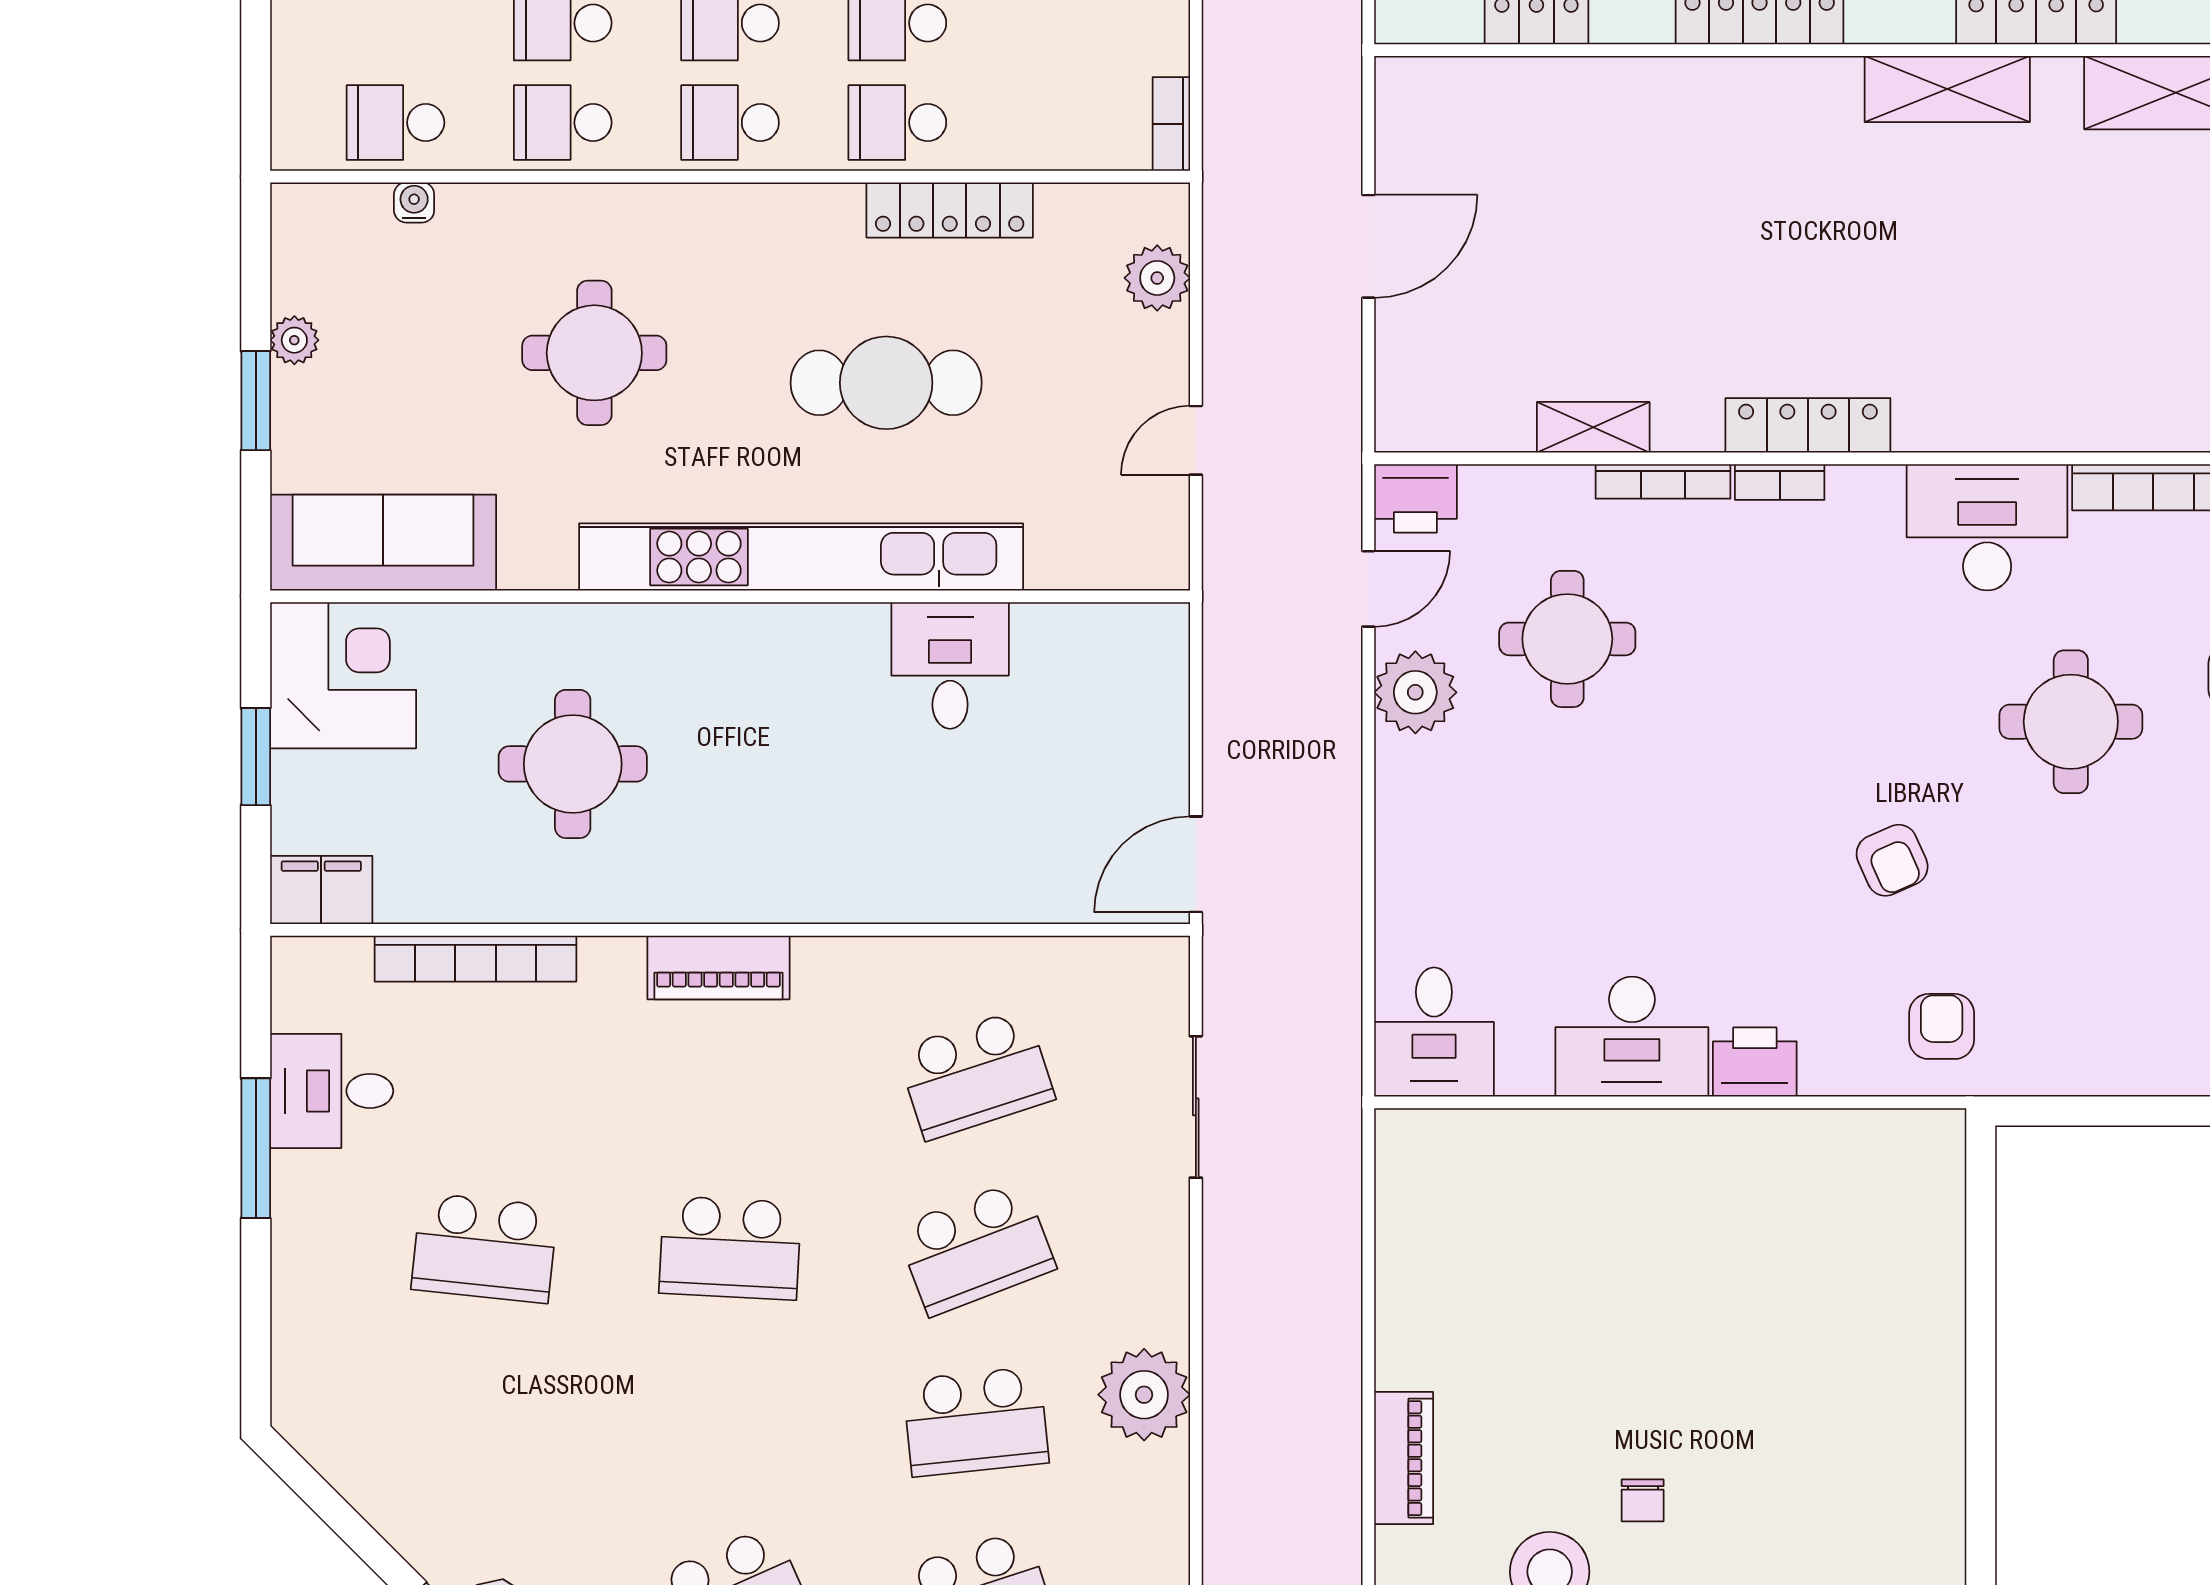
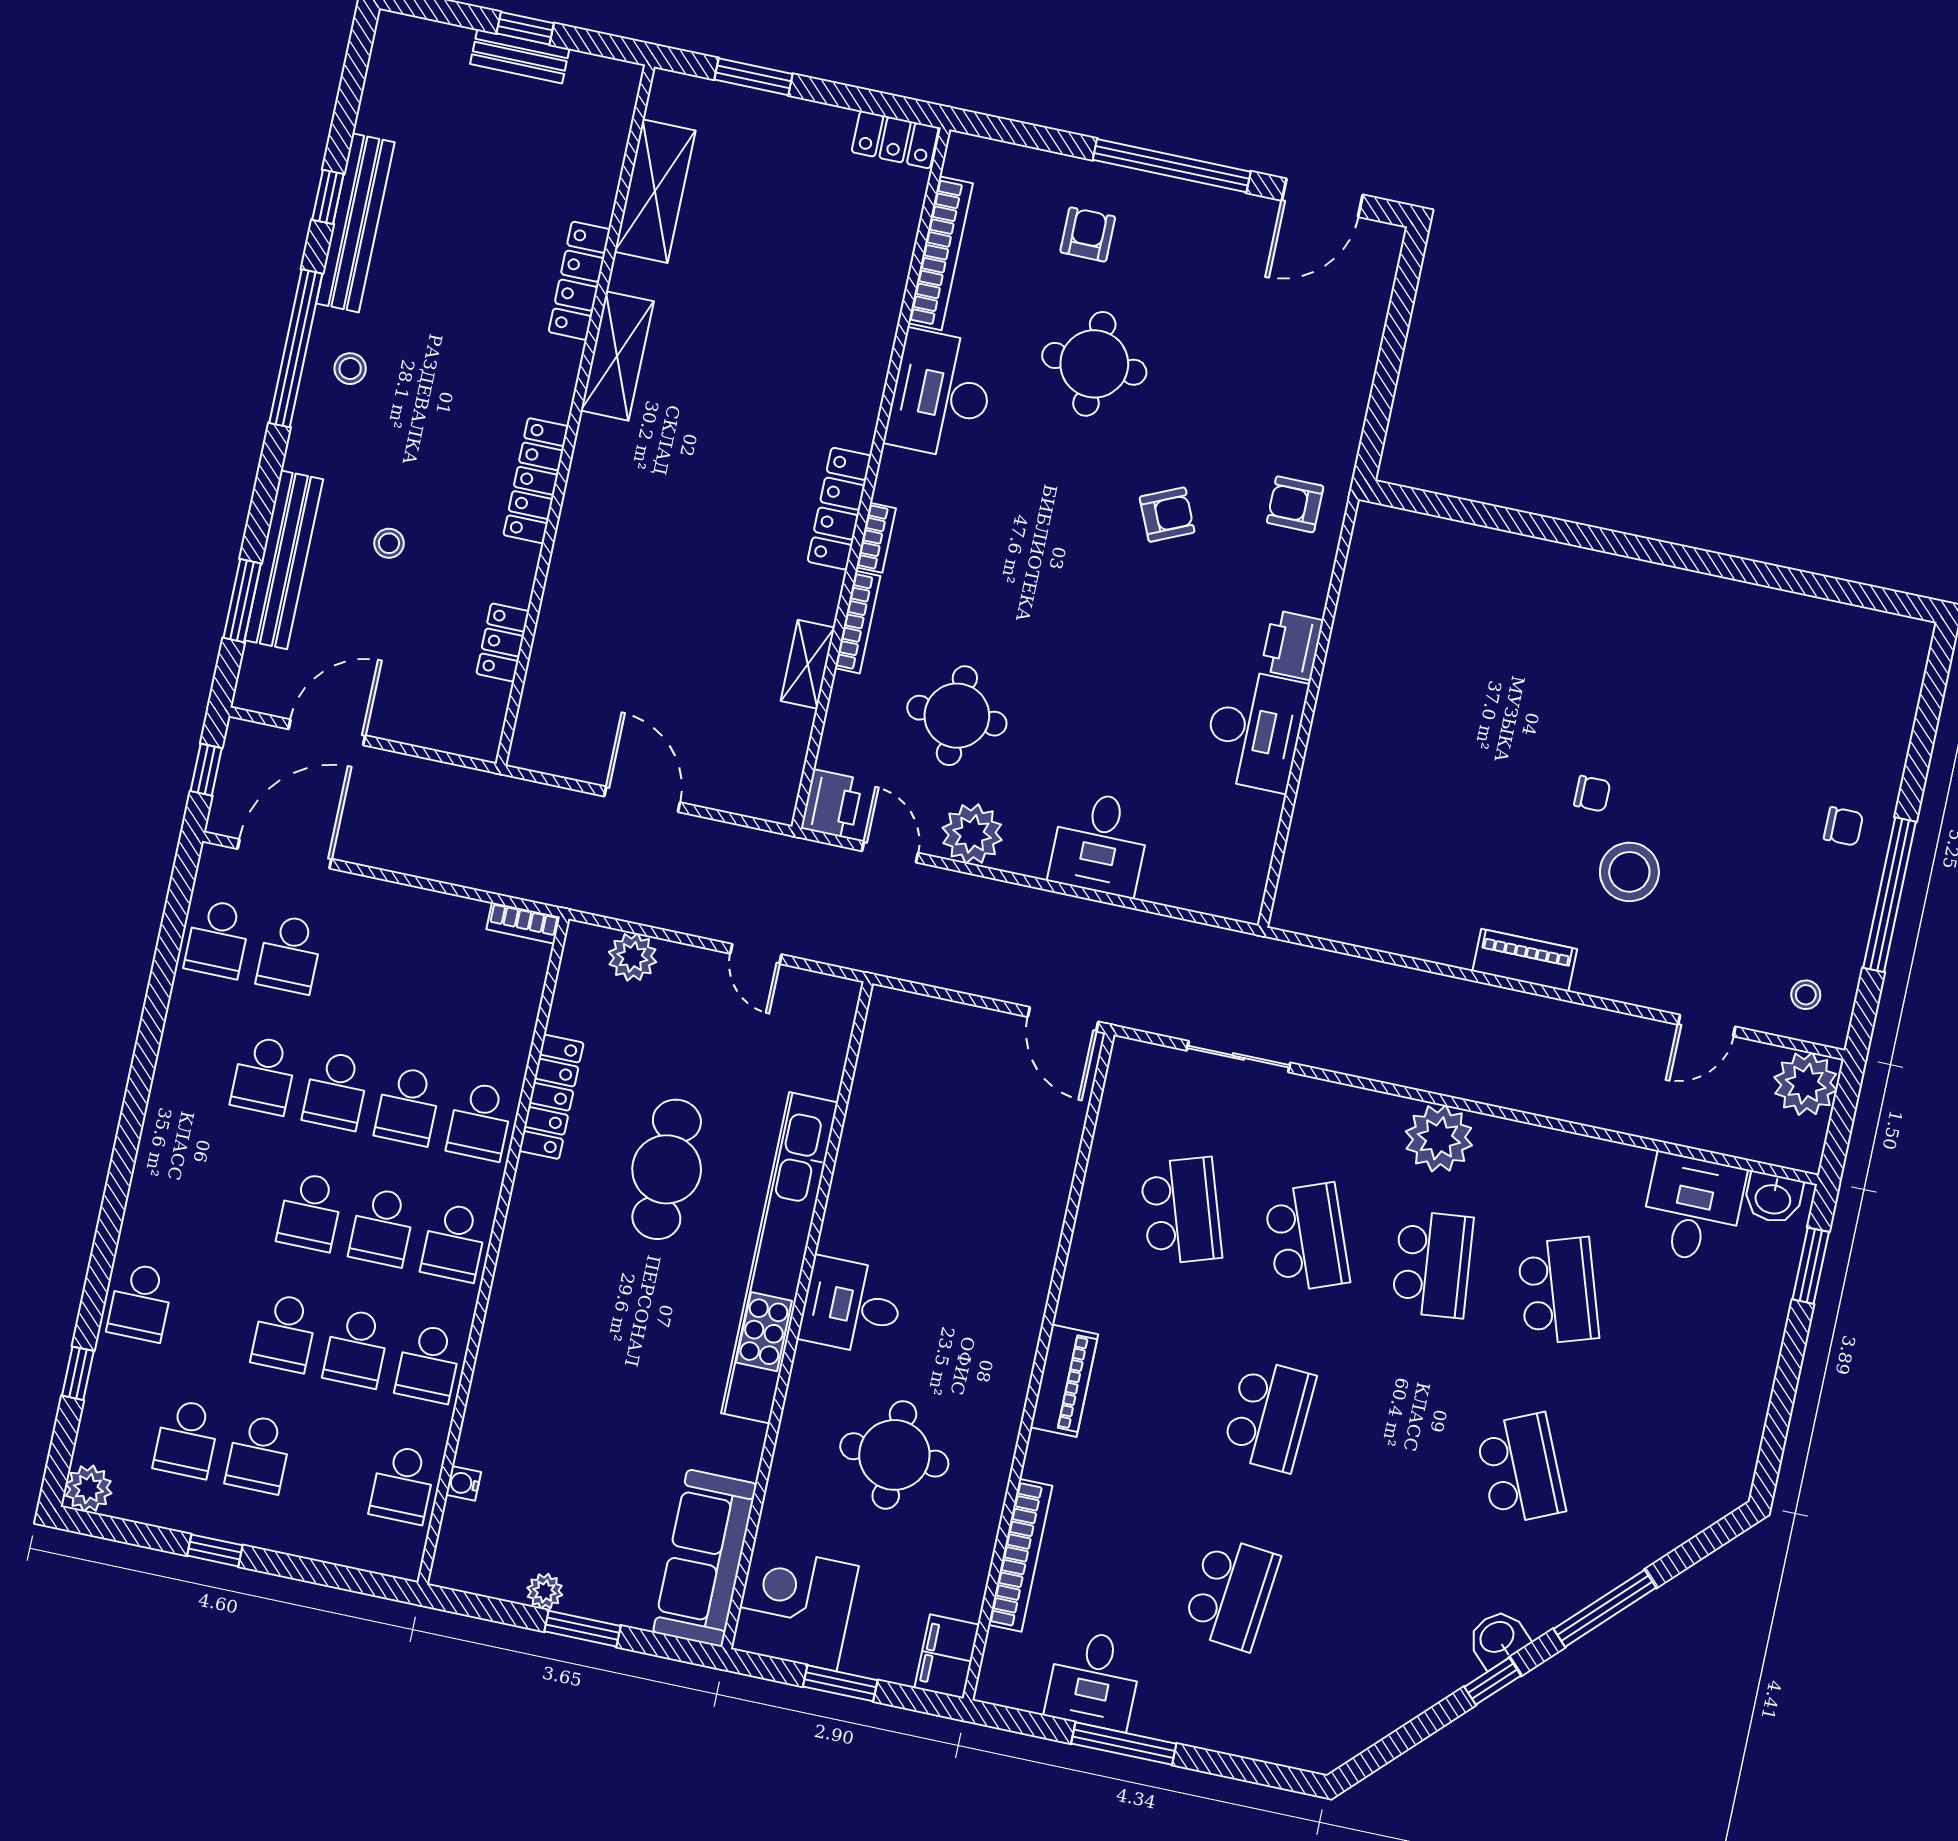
round table: (594, 353) -> (600, 1376), removed
desk: (950, 665) -> (851, 1306), moved
desk: (1434, 1032) -> (1100, 843), moved, turned 90

